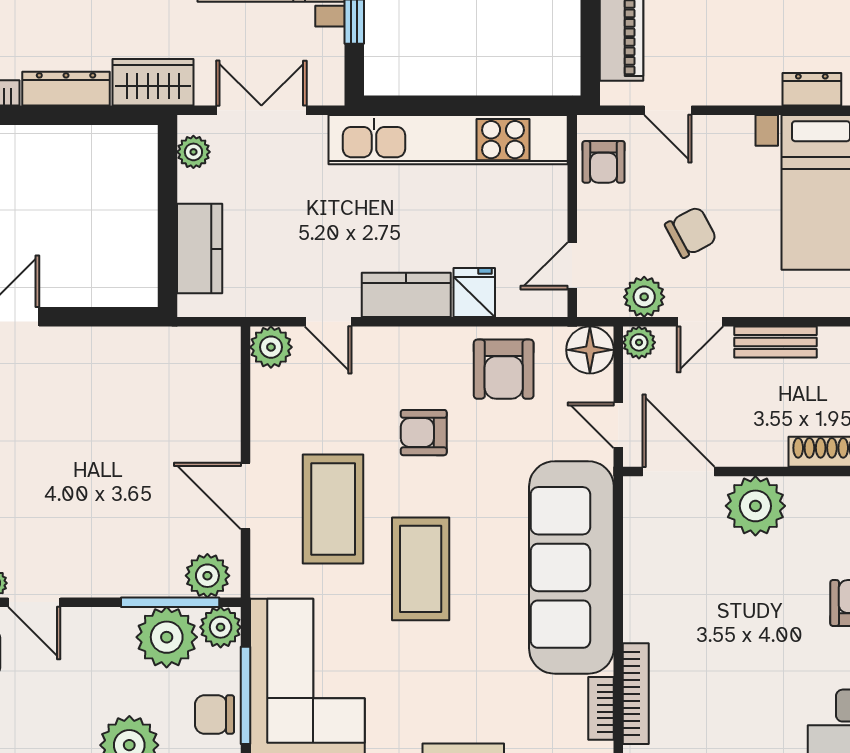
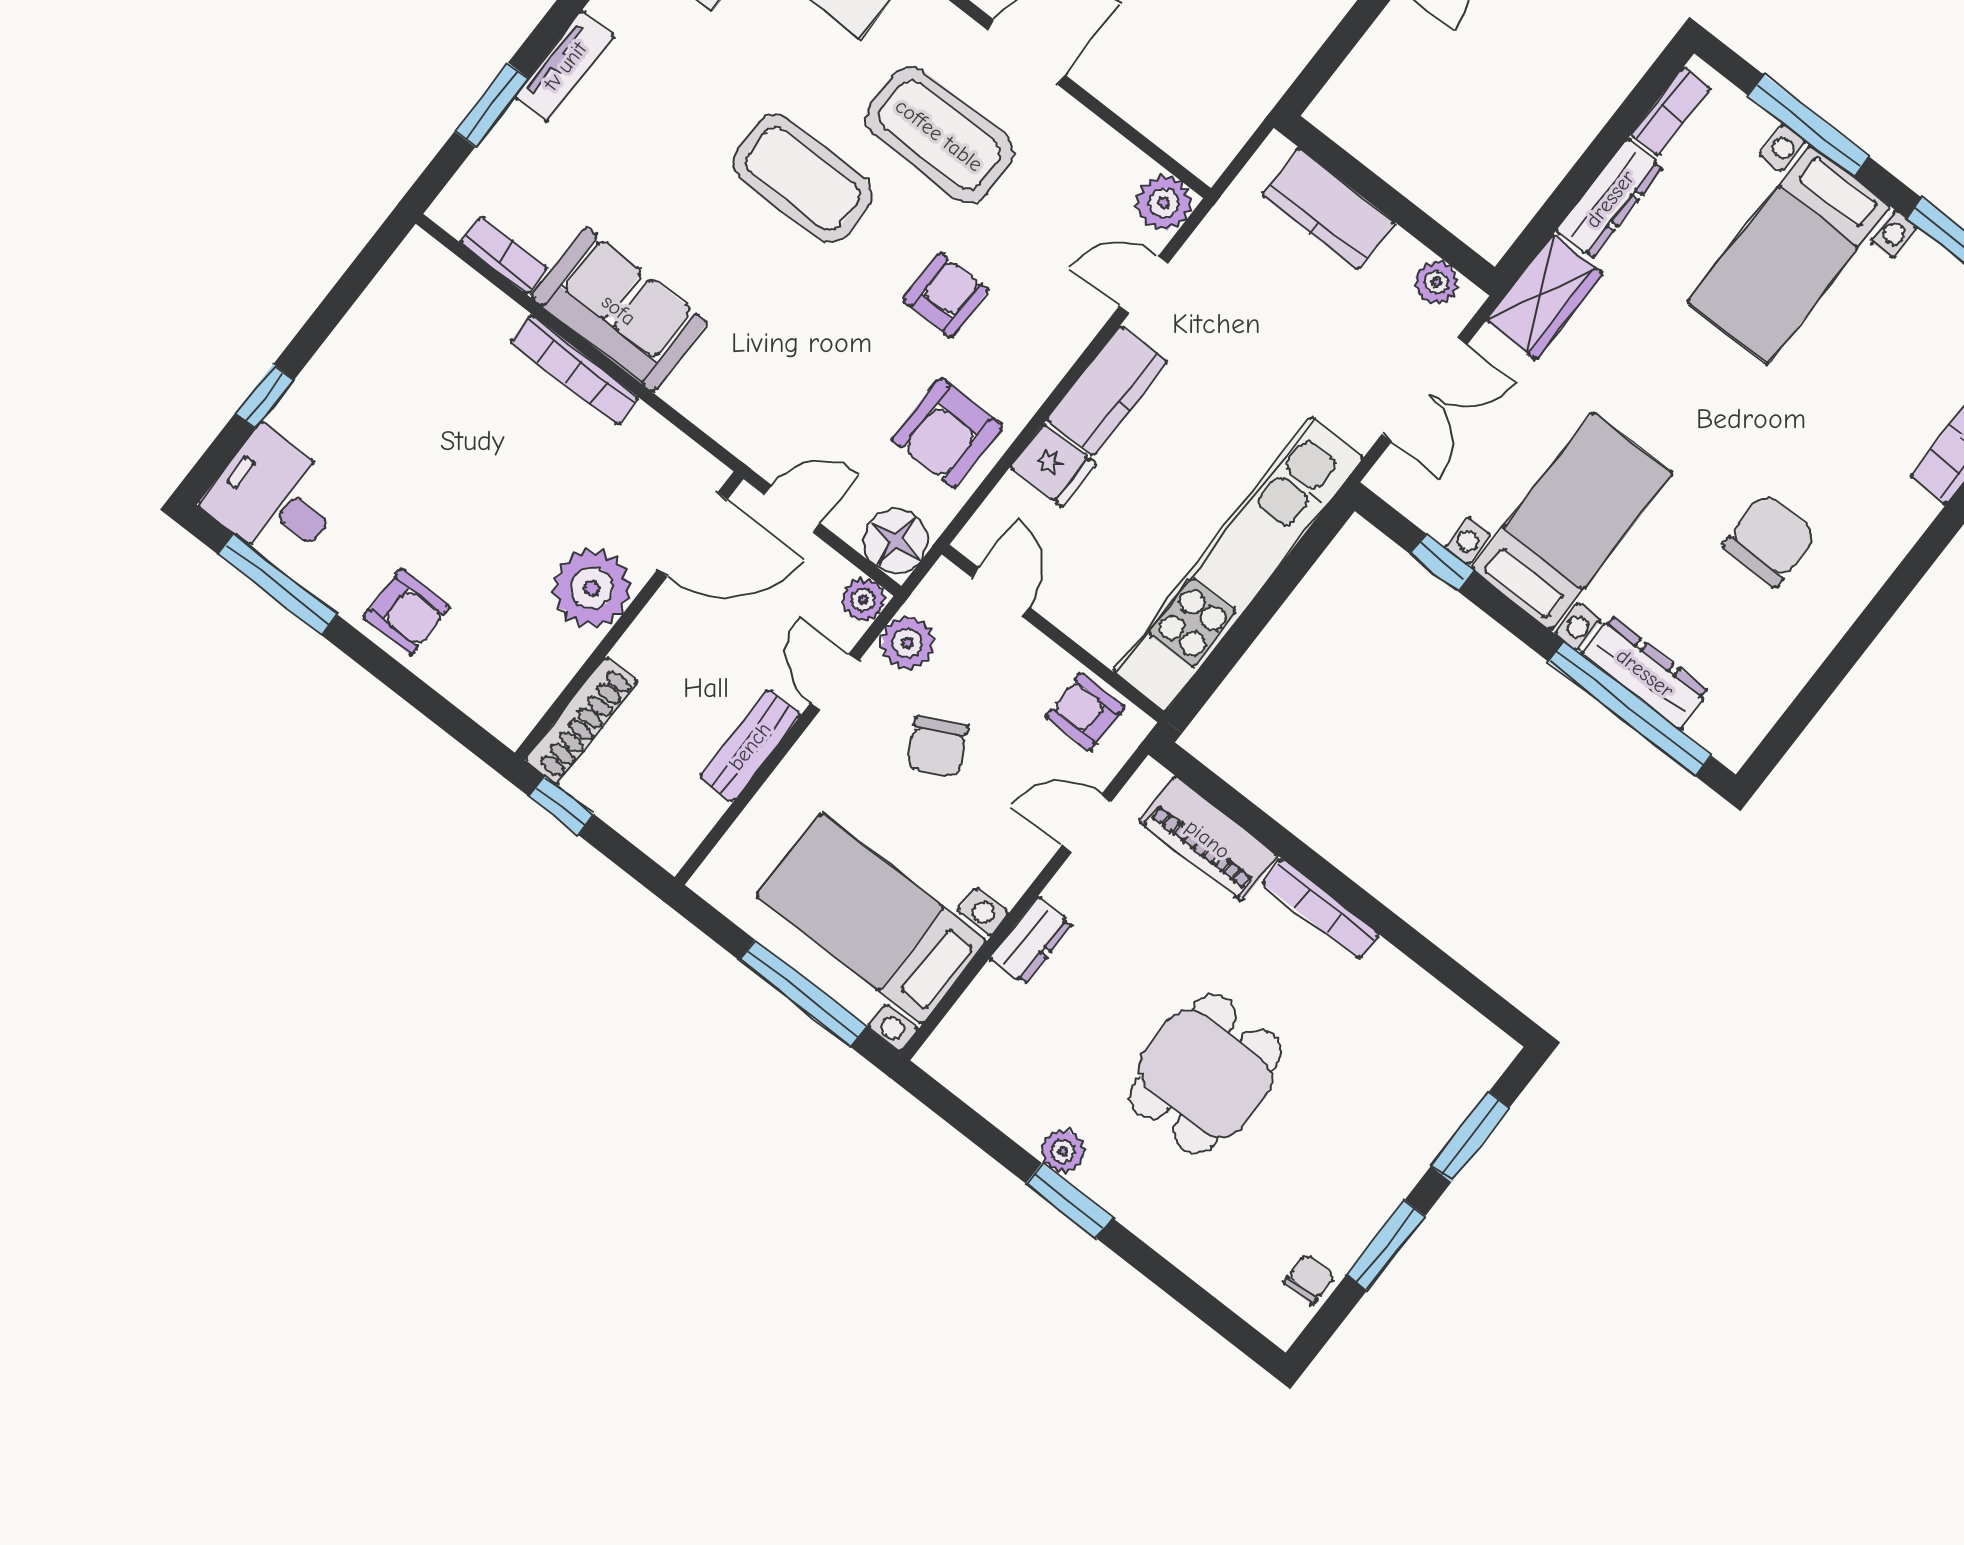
dresser: (812, 89) -> (1031, 941), moved
armchair: (504, 369) -> (947, 433), turned -90
sofa: (571, 567) -> (619, 310), width x0.54, depth x0.79
bookcase: (636, 694) -> (575, 370), moved

